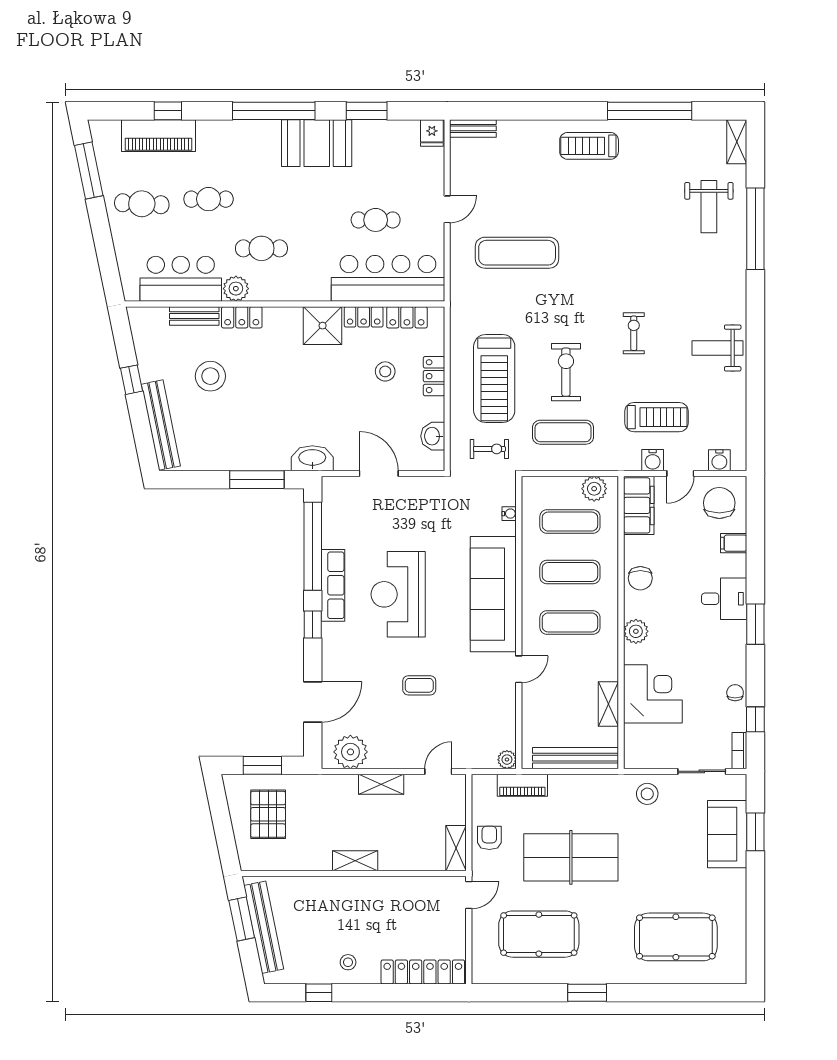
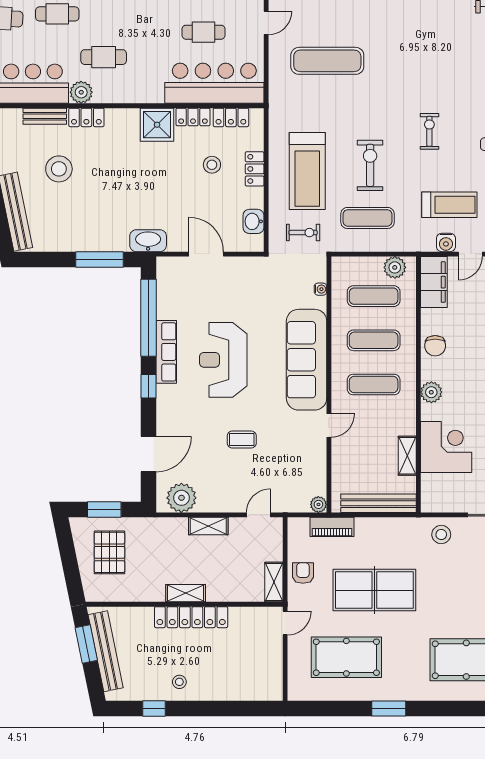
locker: (423, 972) -> (191, 617), moved, turned 180

